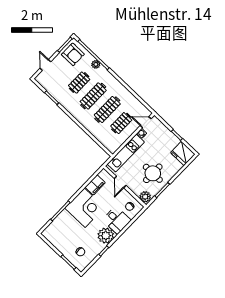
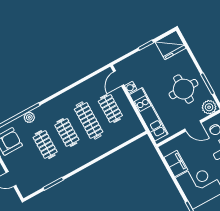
clothes rail: (93, 96) -> (67, 133), width x0.73
door: (120, 182) -> (193, 126), moved

